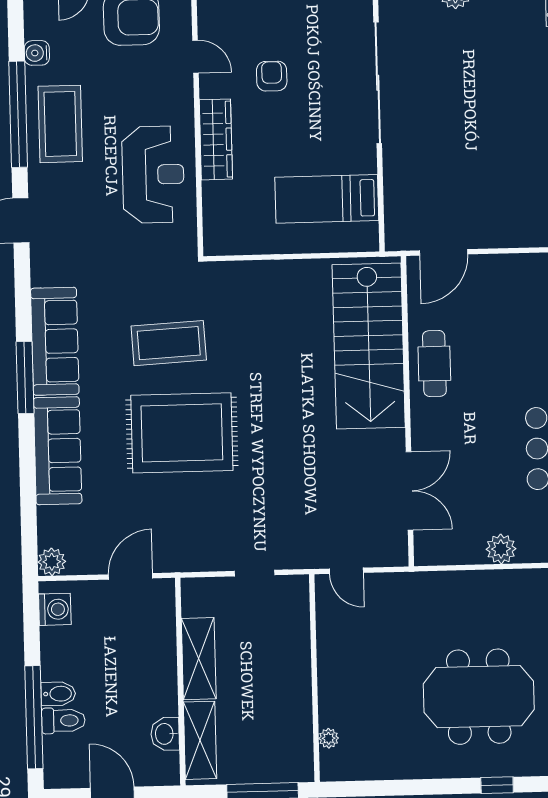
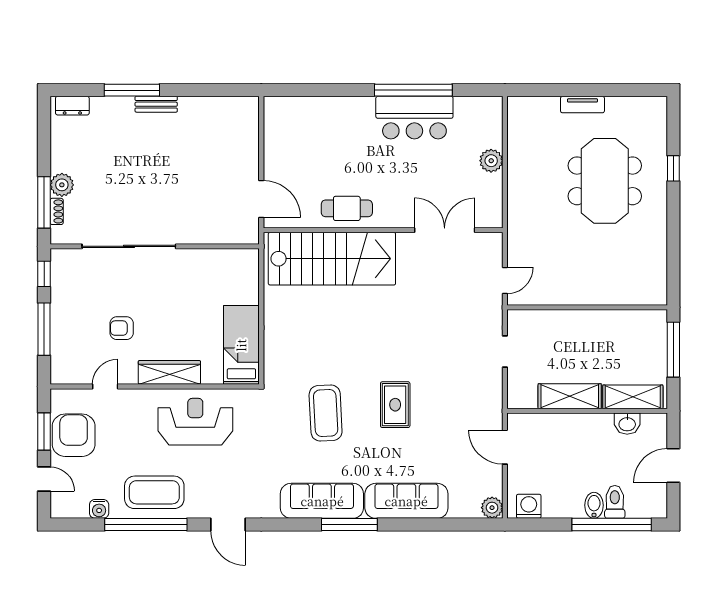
bed: (327, 199) -> (241, 345), moved, turned 180
rug: (182, 433) -> (395, 405), width x0.54, depth x0.49
plant: (329, 738) -> (634, 298), removed

